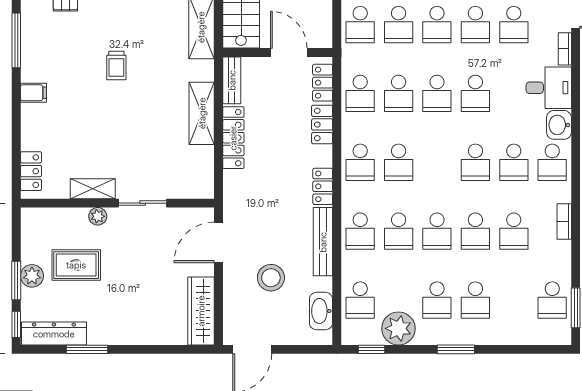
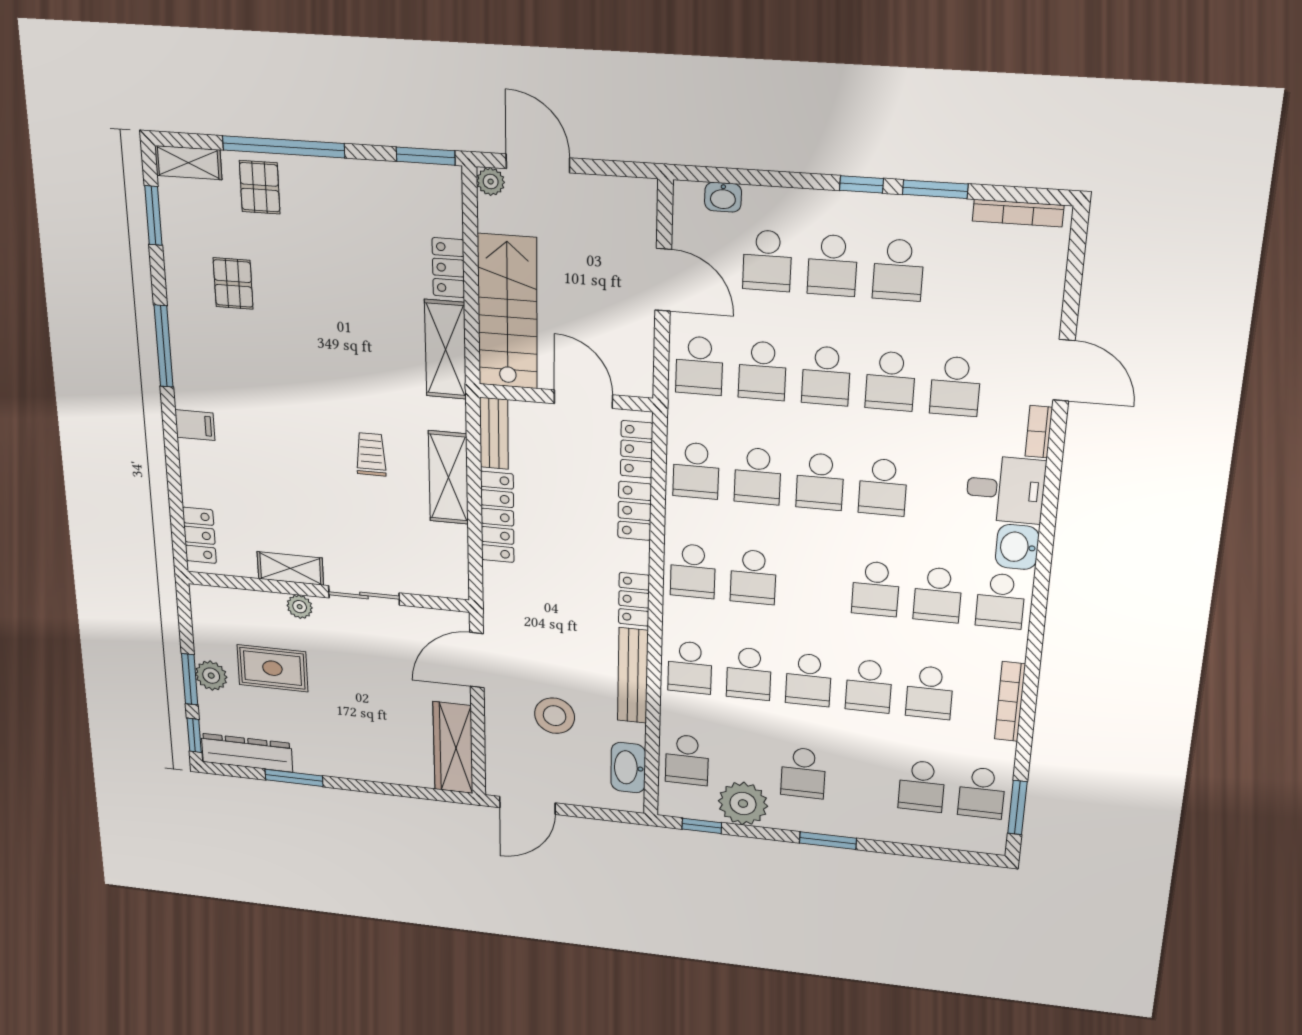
trolley: (116, 66) -> (371, 454), moved, turned 180
bookcase: (564, 222) -> (1010, 702), width x1.56
school desk: (475, 300) -> (922, 786), moved

